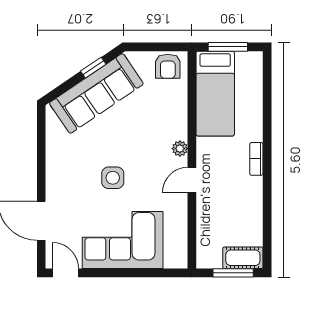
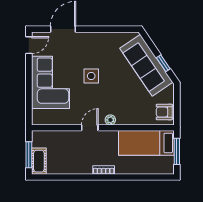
door: (192, 180) -> (90, 128), hinge flipped

